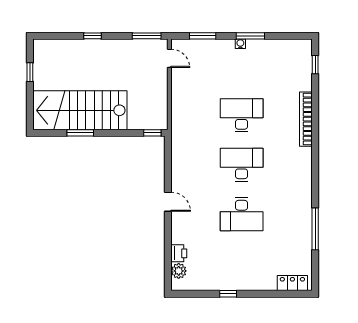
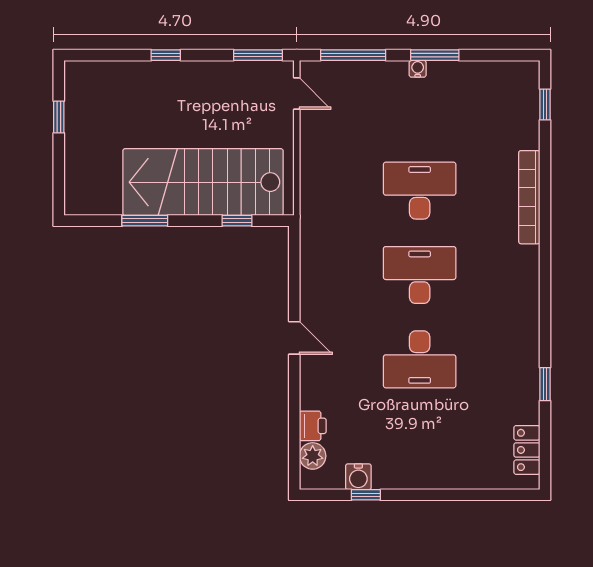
window: (203, 36) -> (353, 55), width x1.44
stairs: (80, 110) -> (203, 182), moved
window: (152, 133) -> (237, 221), moved
window: (315, 229) -> (545, 384), width x0.46
water cooler: (206, 283) -> (358, 477), added
locker: (292, 283) -> (527, 450), moved, turned -90
window: (228, 294) -> (366, 495), moved

